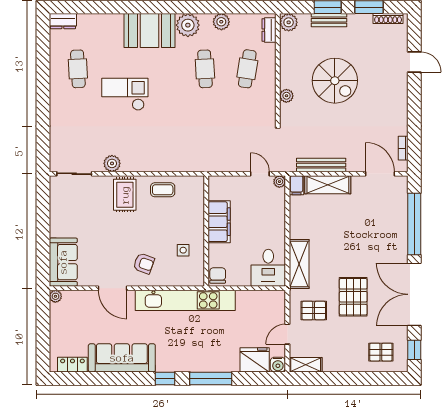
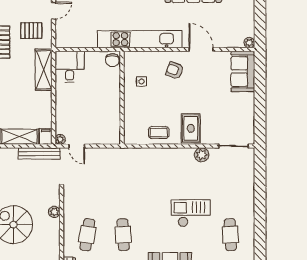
checkout: (125, 94) -> (191, 213), turned 180
bench: (321, 165) -> (39, 153), moved
filing cabinet: (219, 222) -> (111, 106), removed

